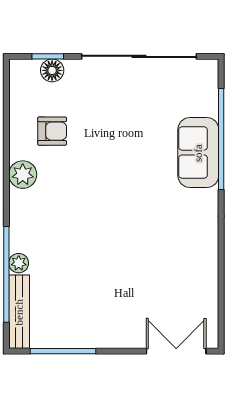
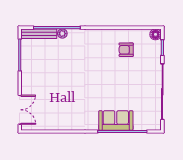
floor lamp: (52, 70) -> (156, 34), moved
armchair: (52, 131) -> (126, 50), turned 90
plant: (23, 175) -> (105, 36), removed

